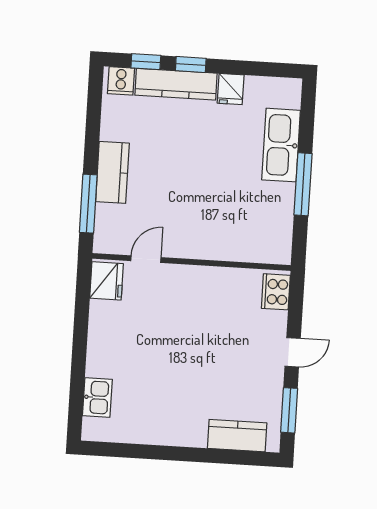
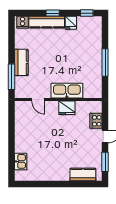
window: (146, 62) -> (87, 13), moved
kitchen sink: (281, 145) -> (67, 91), moved, turned 90
door: (146, 259) -> (38, 100), swing flipped
fridge: (106, 281) -> (67, 108), moved, turned 90
cooker: (276, 292) -> (96, 121), moved

